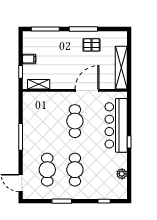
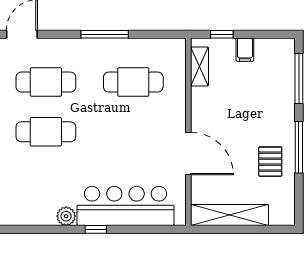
cafe table: (75, 121) -> (133, 82), moved
plant: (122, 174) -> (66, 216), moved

